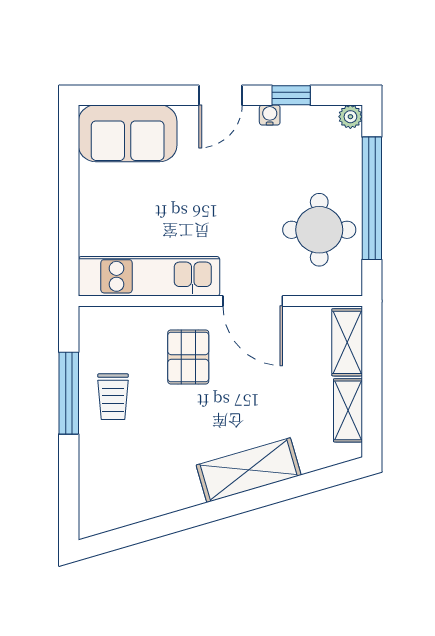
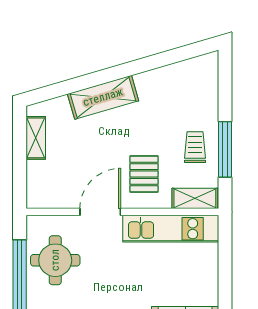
door: (253, 301) -> (100, 212), hinge flipped
shelving: (347, 342) -> (195, 198), moved, turned 90

